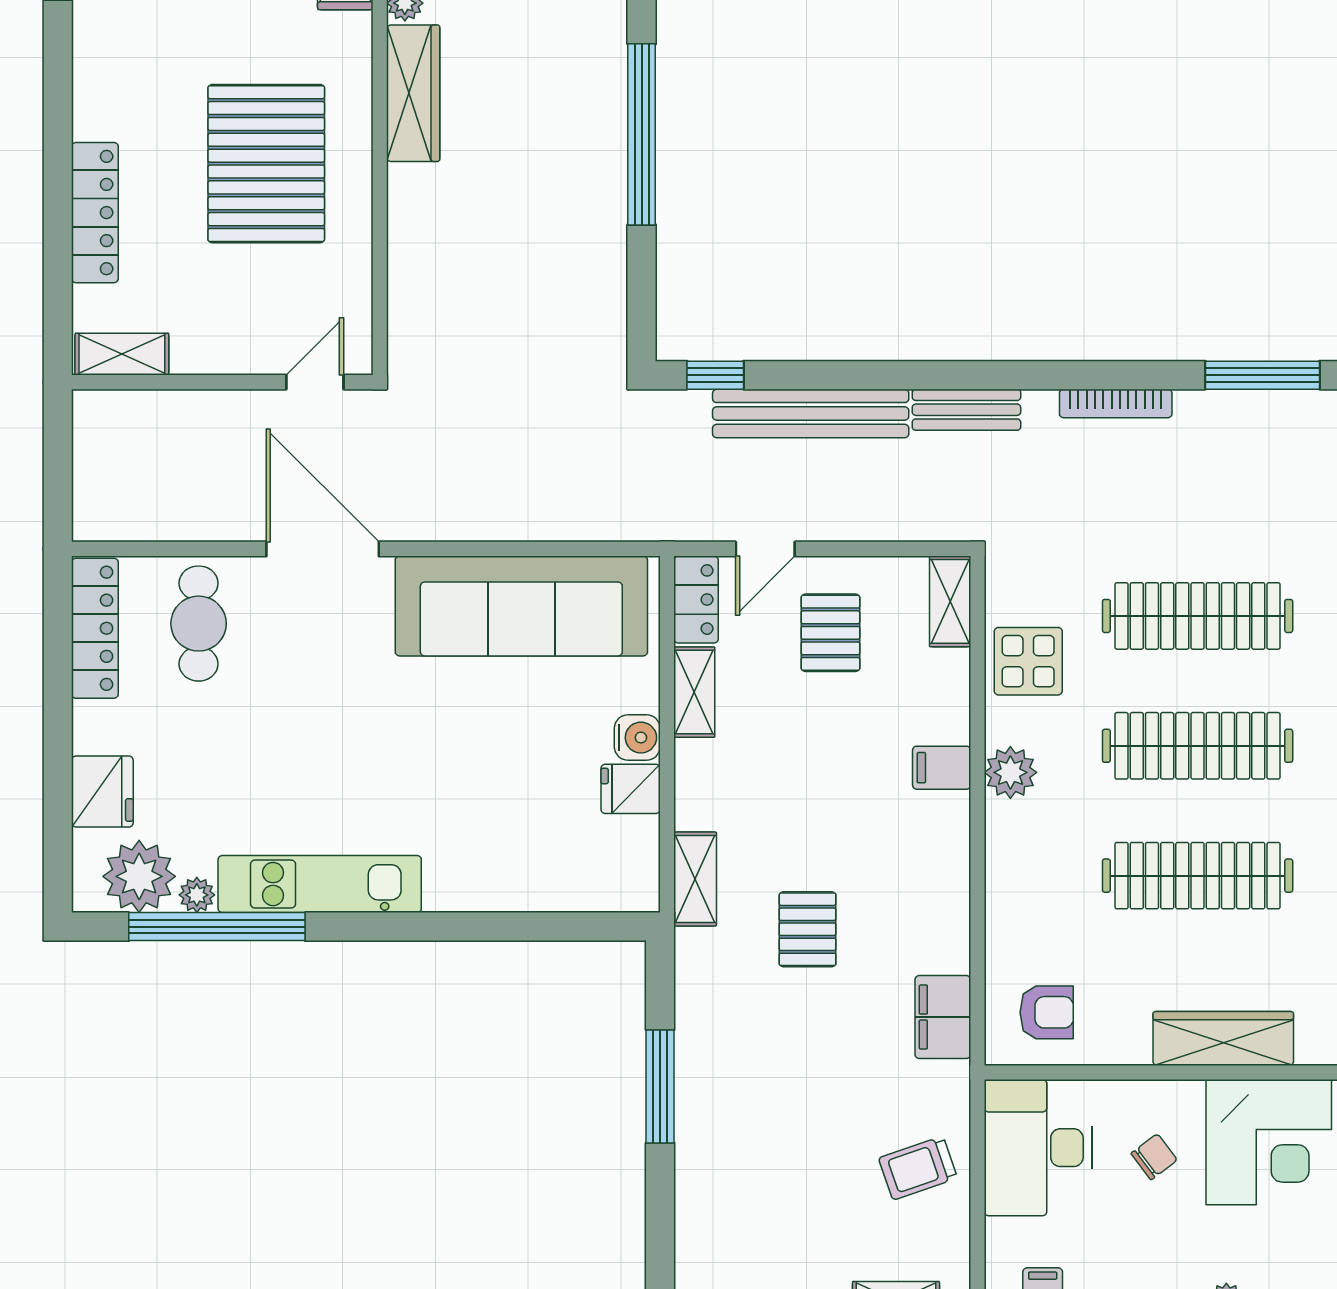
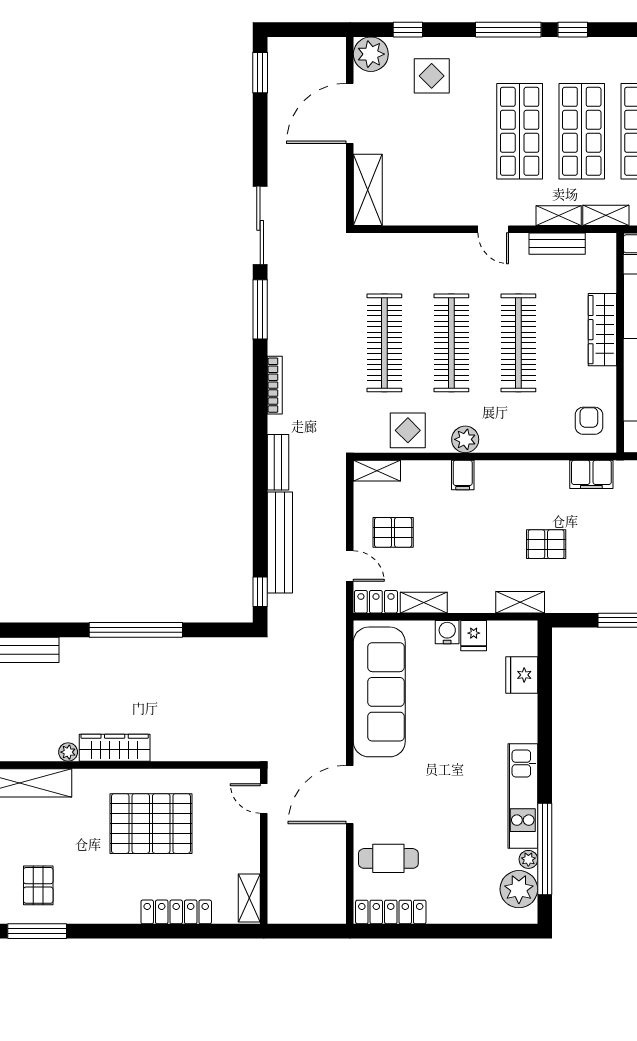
fridge: (102, 791) -> (522, 675), moved, turned -90

